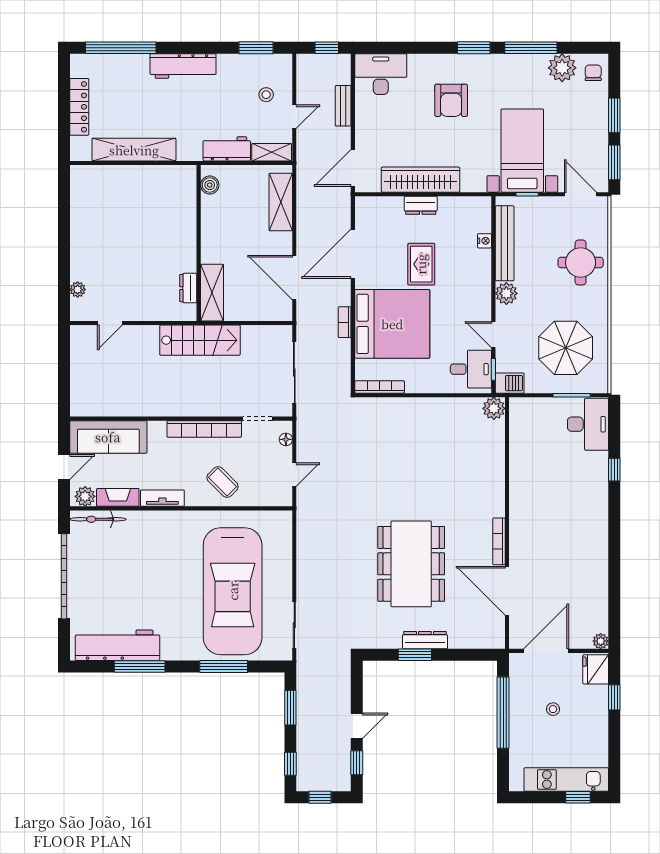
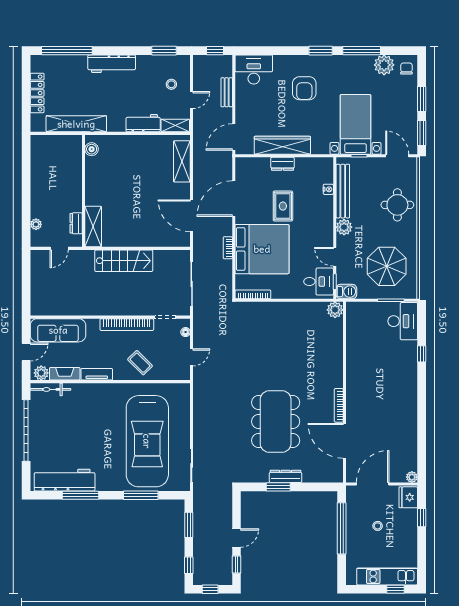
boiler: (210, 185) -> (92, 149), moved
wall: (199, 243) -> (84, 191), moved
dresser: (188, 288) -> (76, 223), moved
shelving: (212, 293) -> (93, 227), moved

